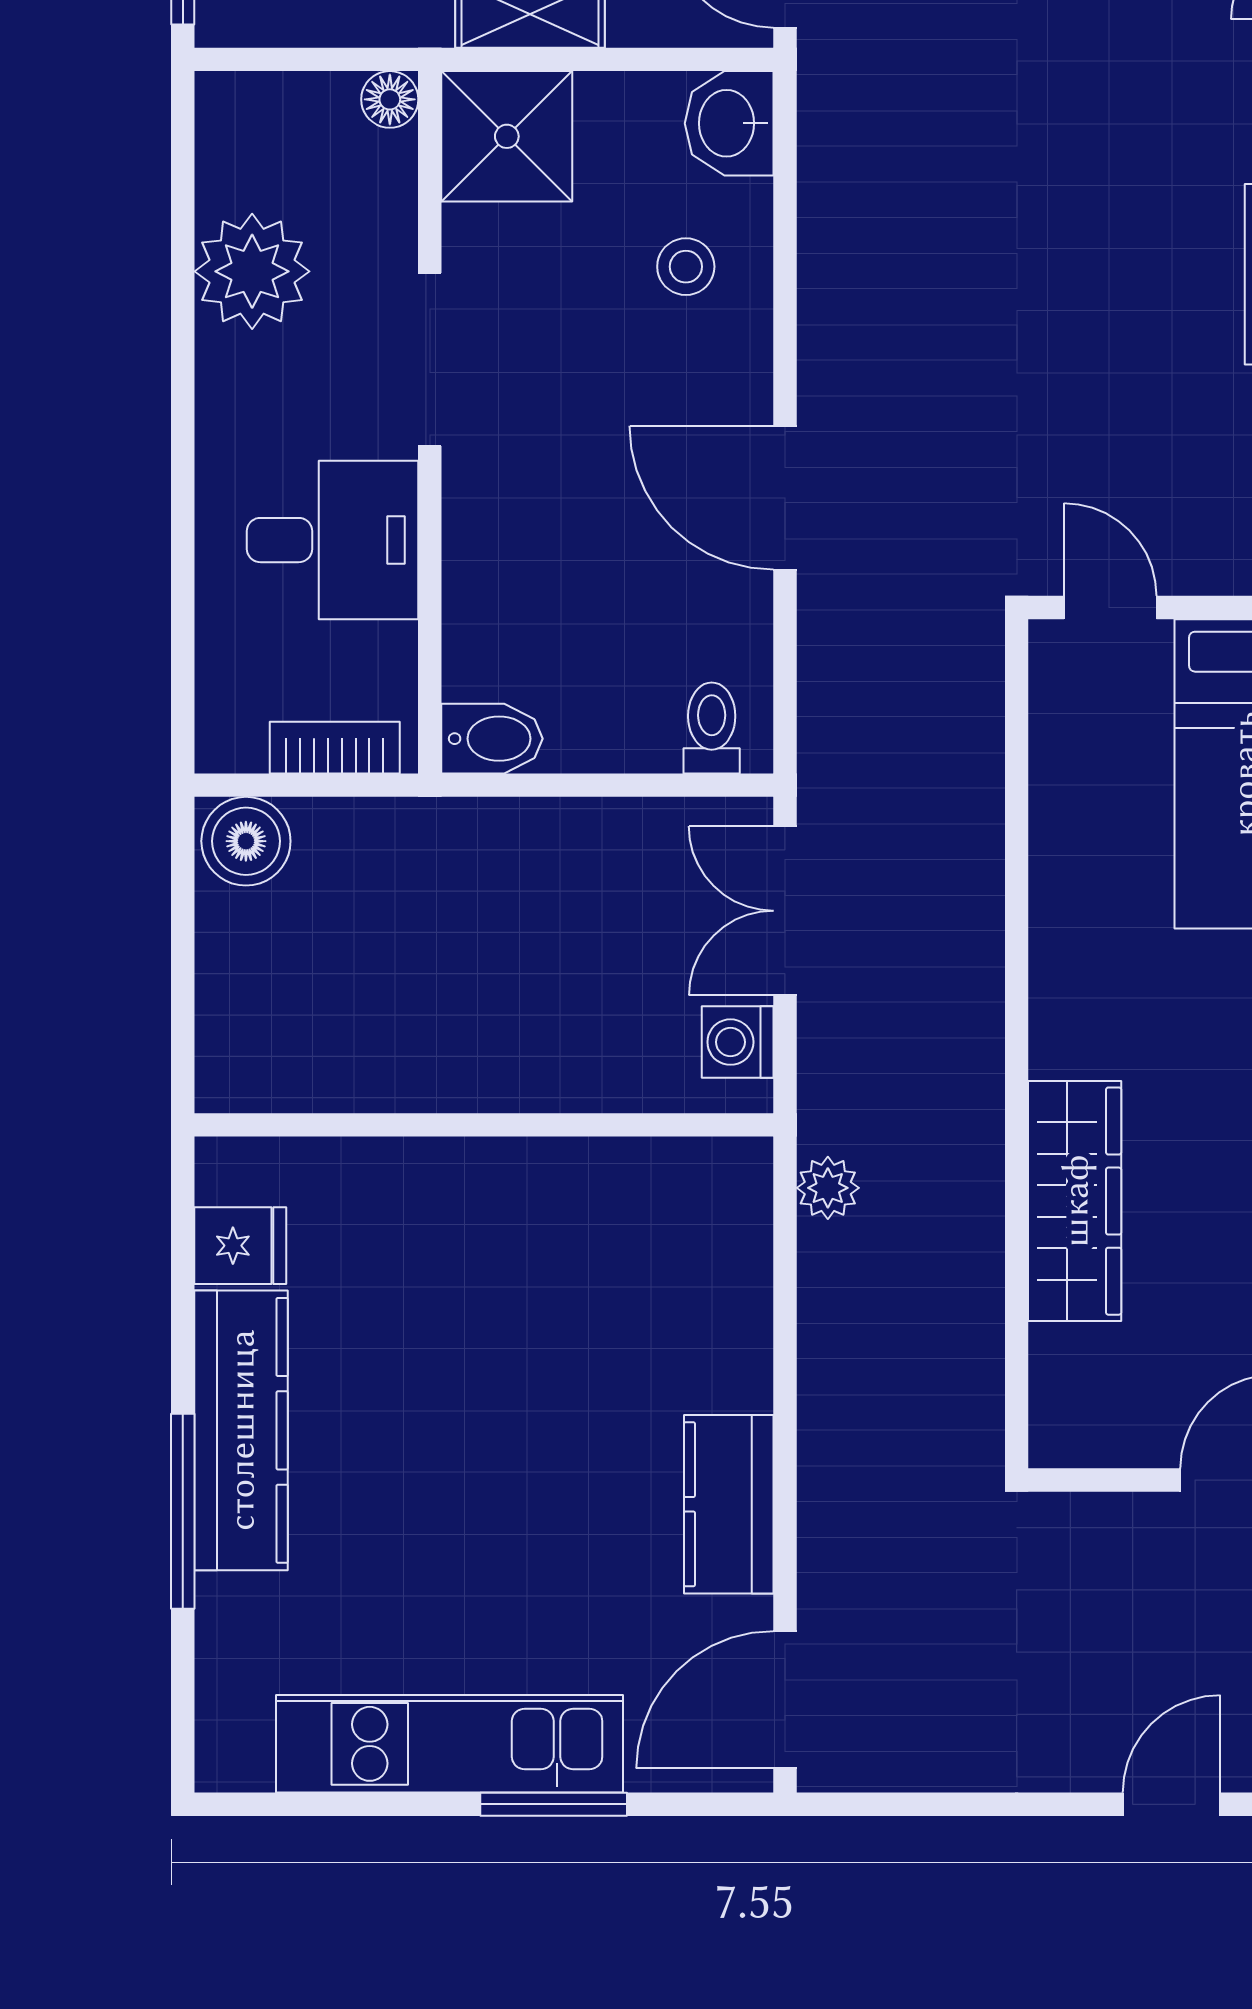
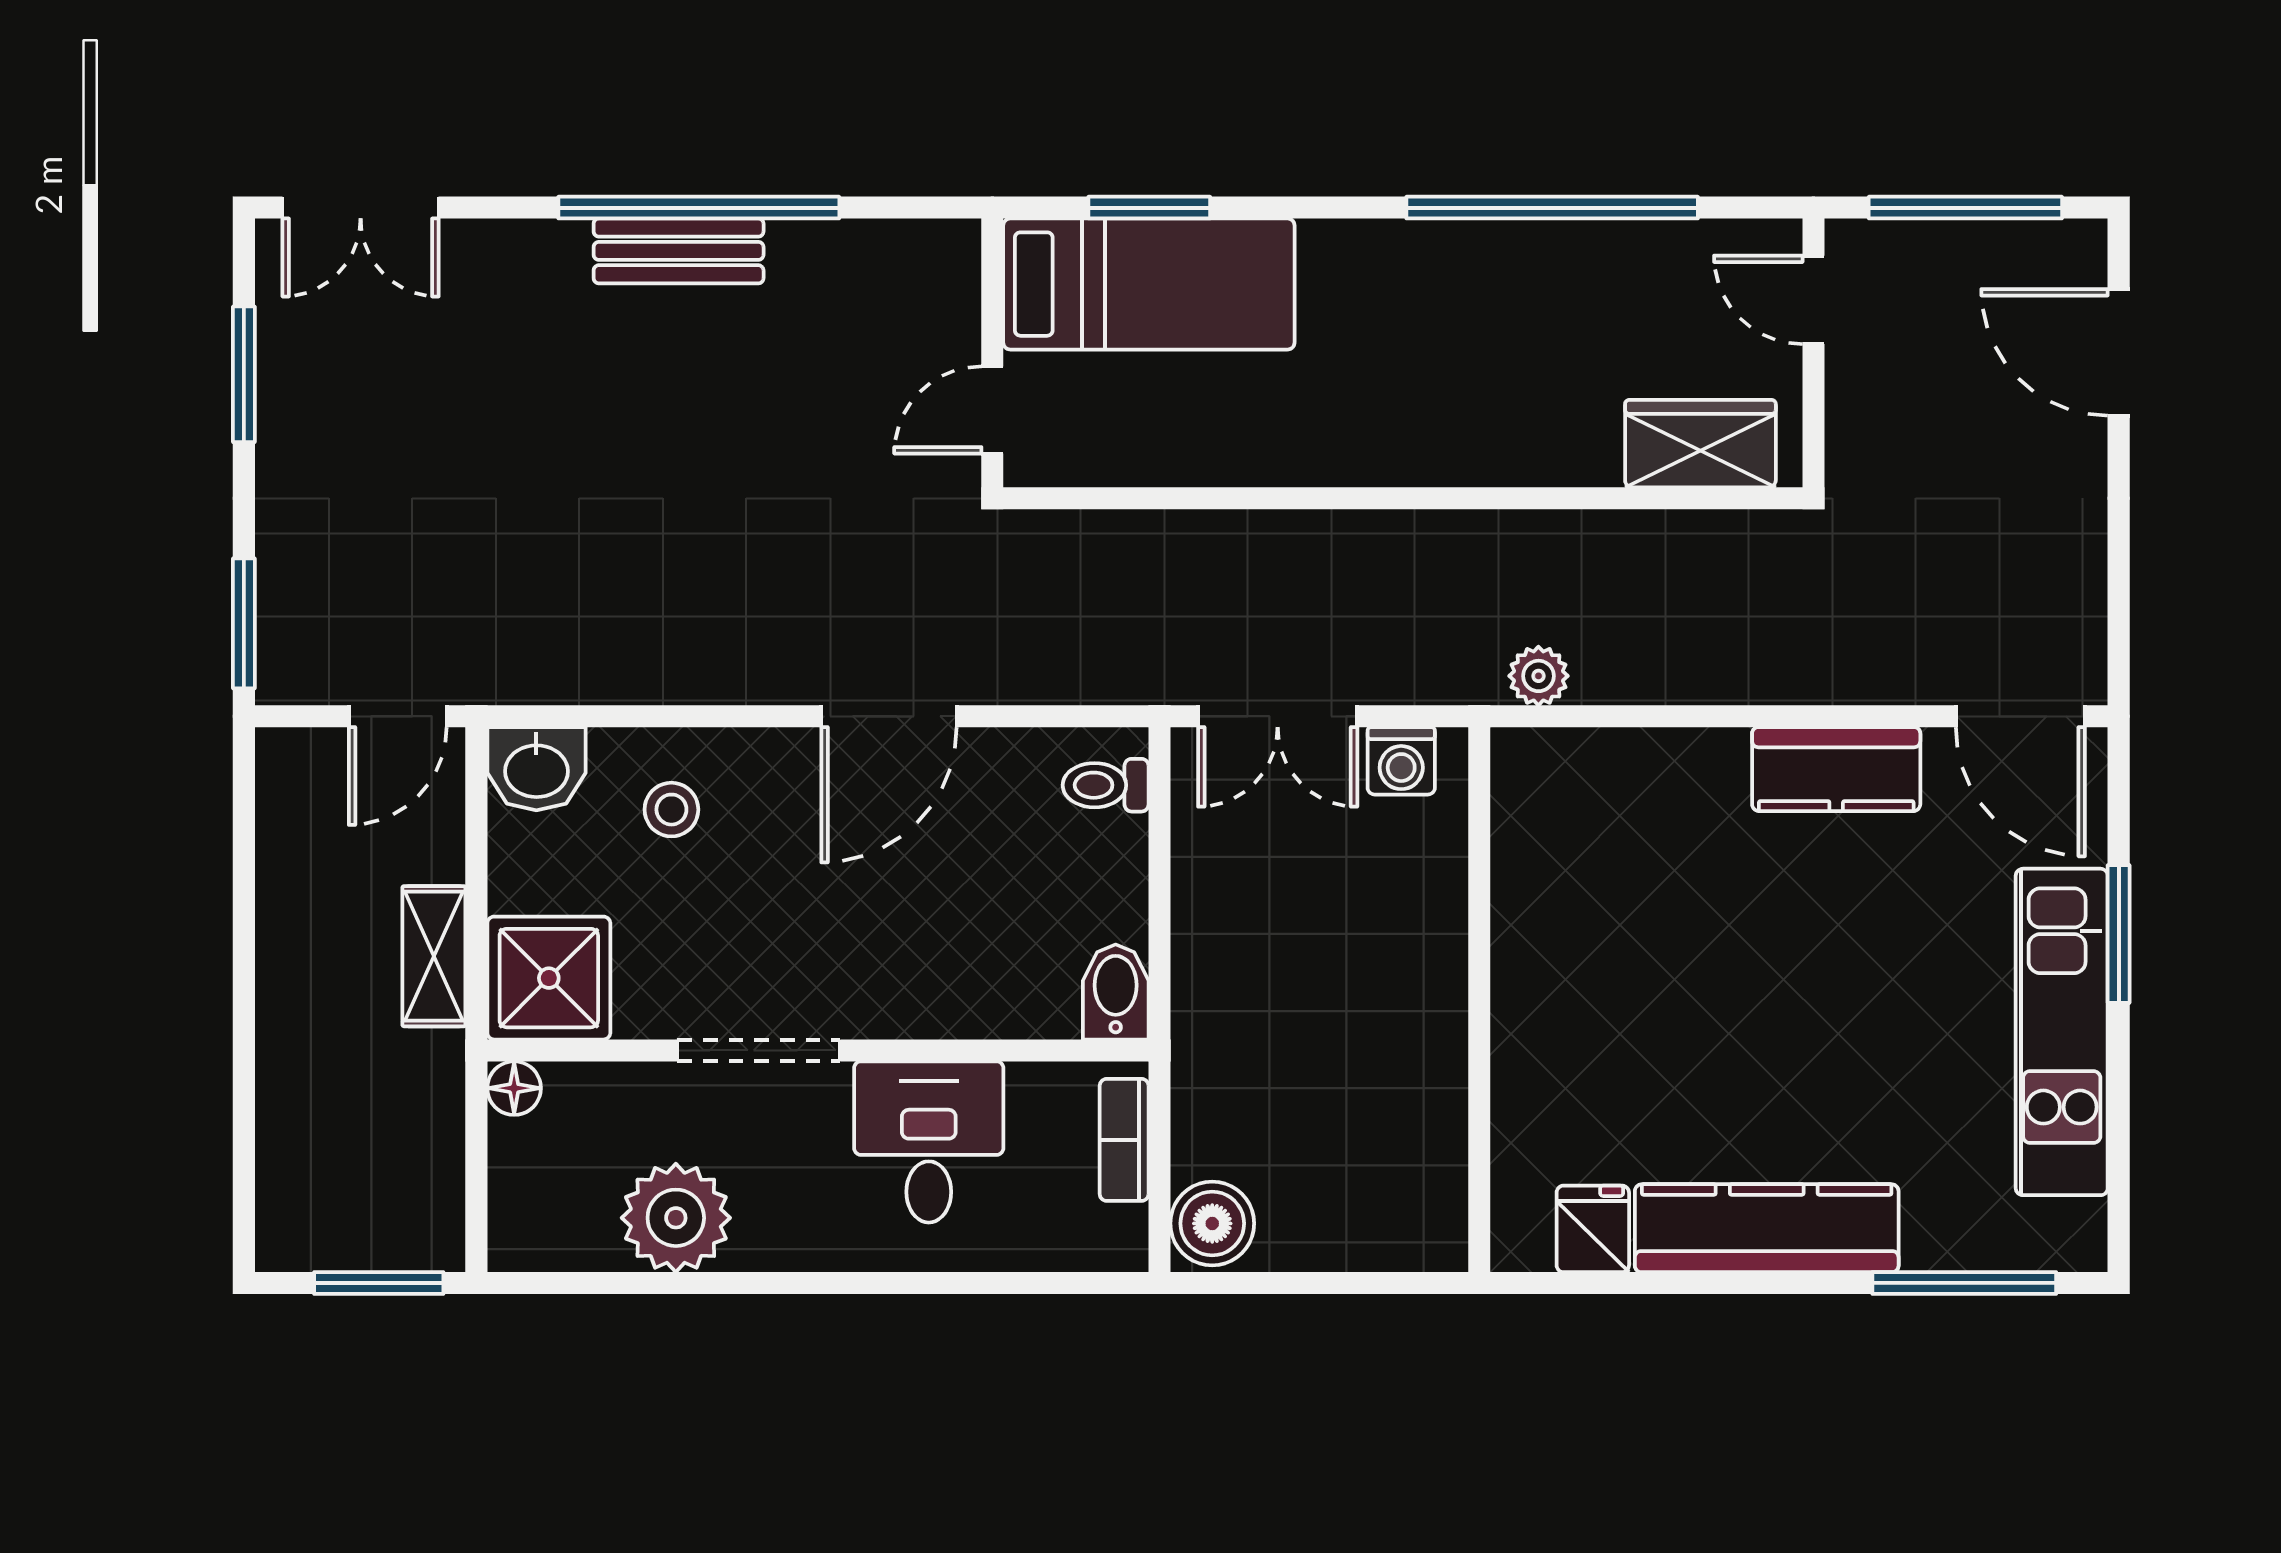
wardrobe: (1075, 1201) -> (1700, 444), moved, width x0.67
window: (183, 1511) -> (1964, 1283), moved
door: (1172, 1804) -> (2119, 352), width x1.38

